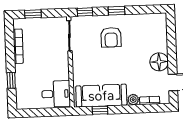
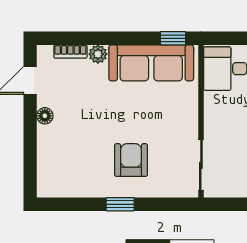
window: (85, 12) -> (173, 204), removed
floor lamp: (159, 62) -> (45, 116), width x0.53, depth x0.53
window: (100, 110) -> (173, 38), moved

